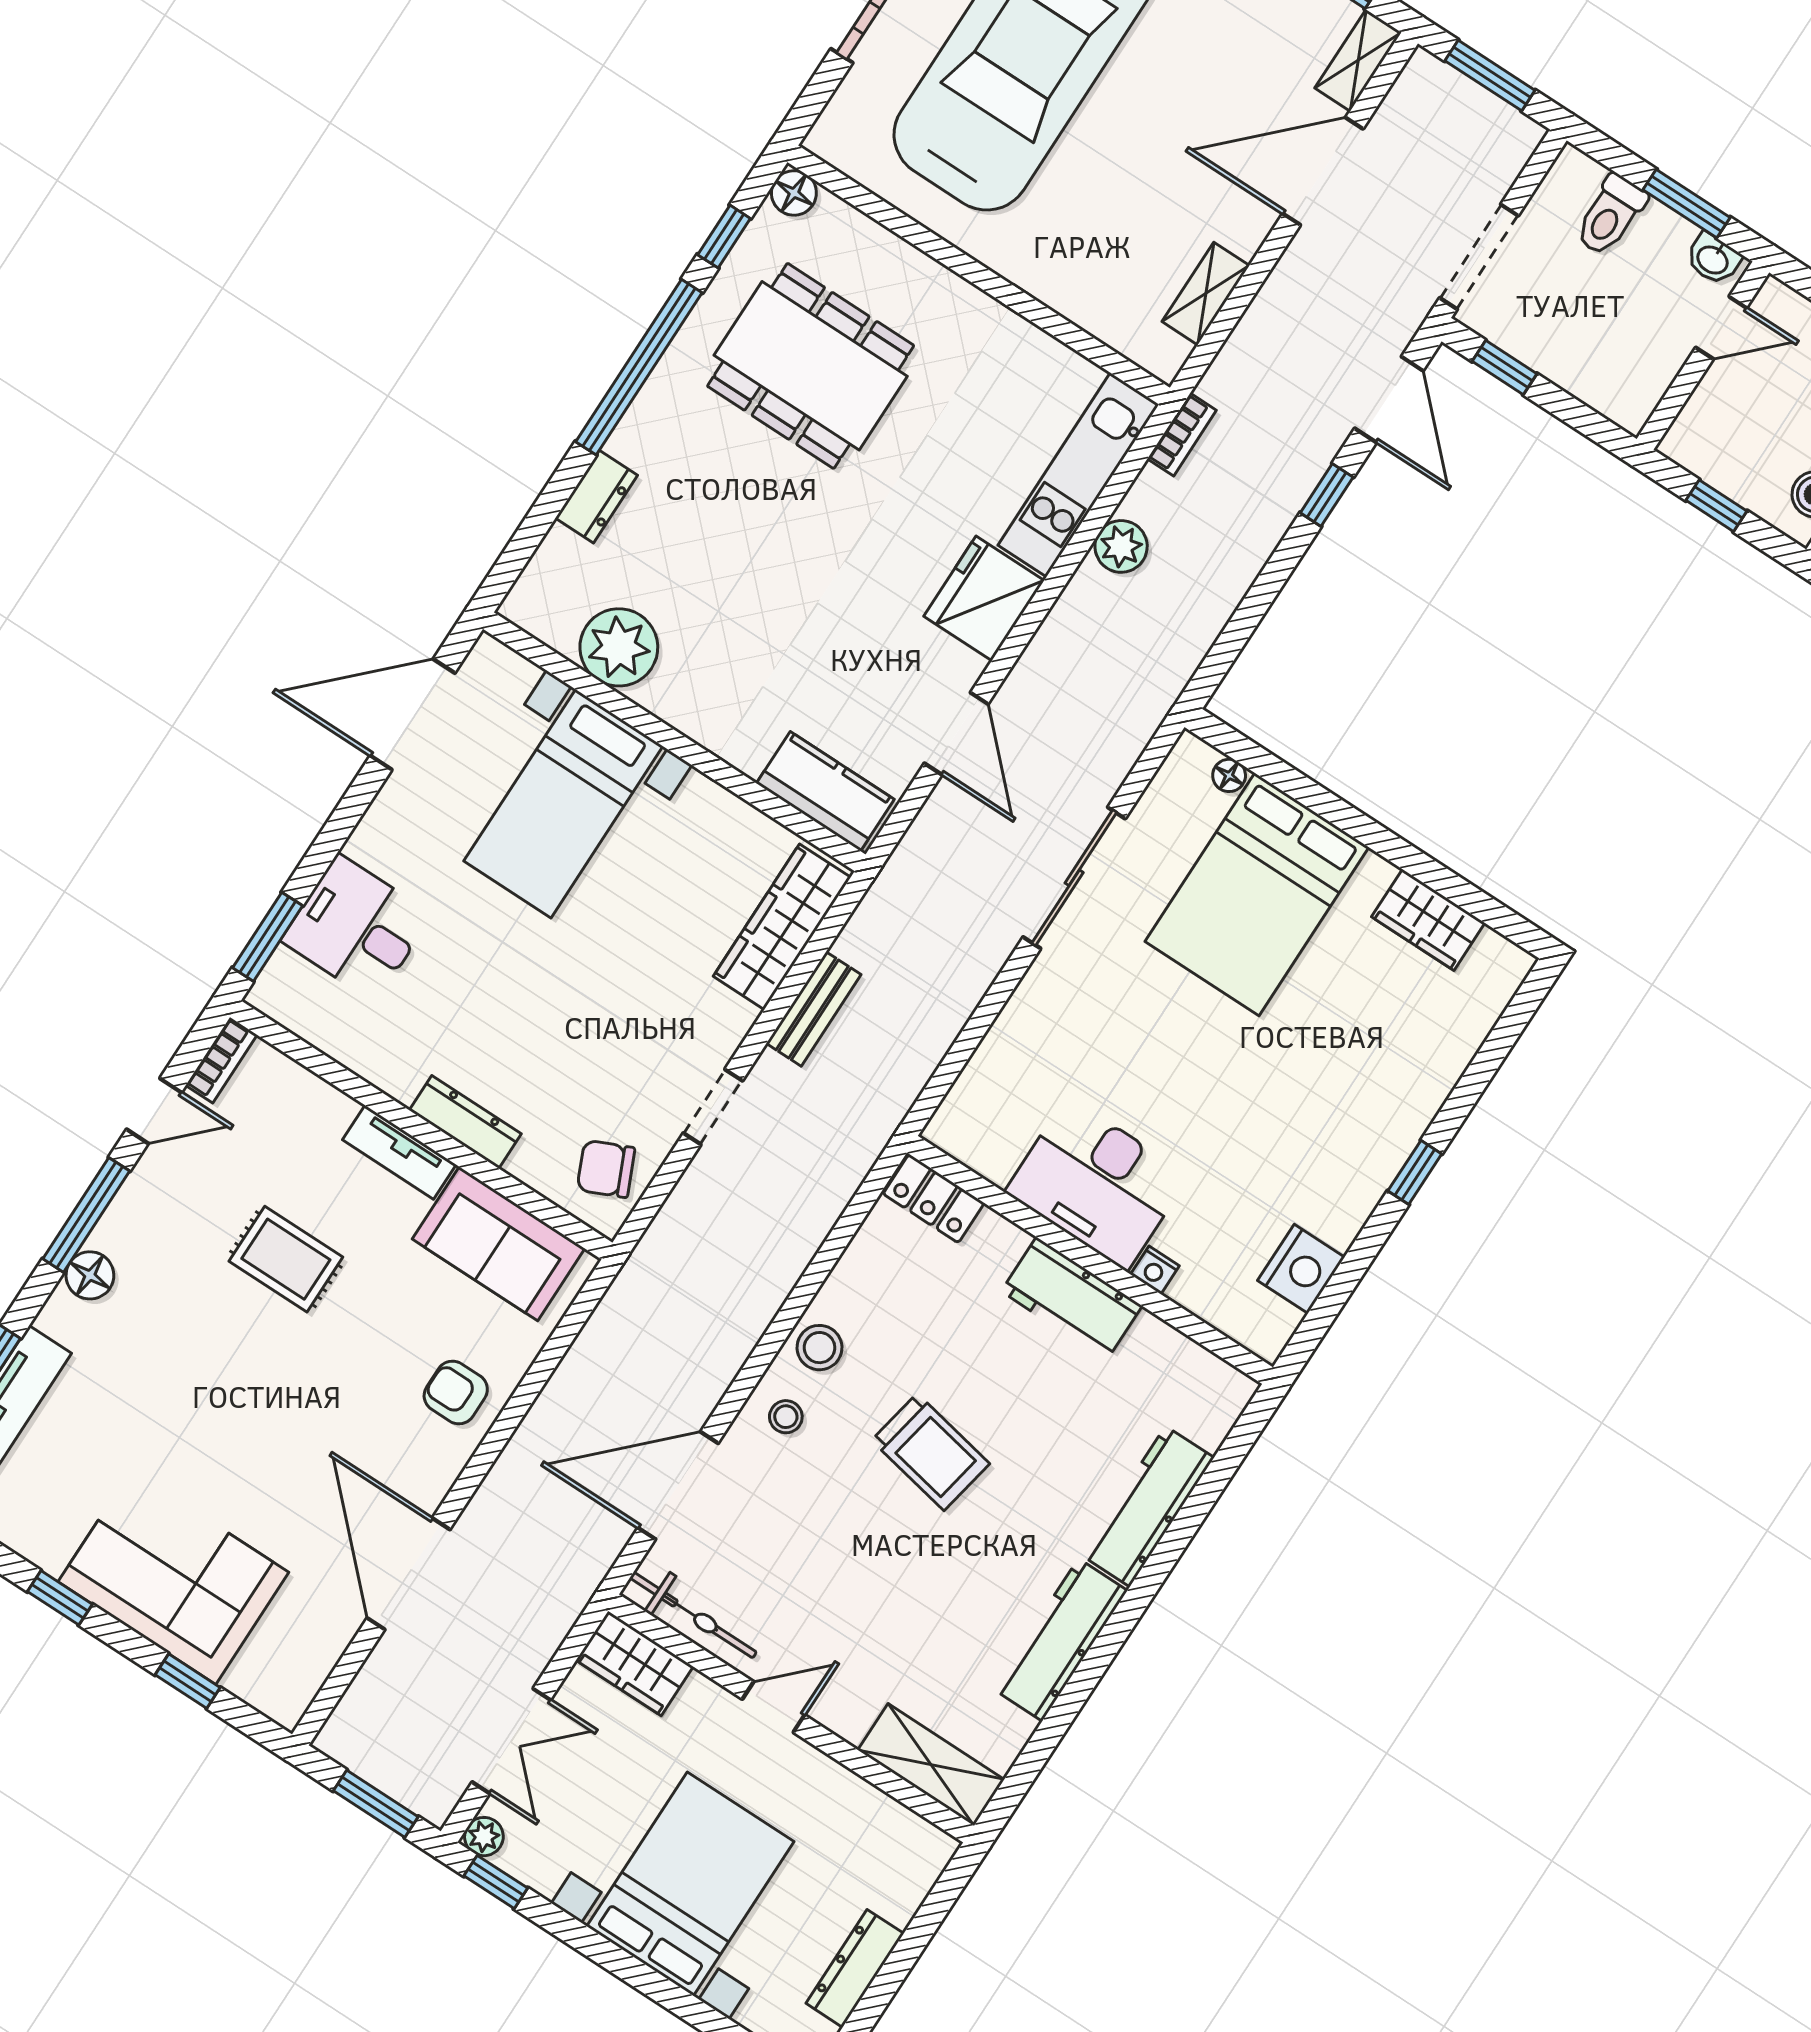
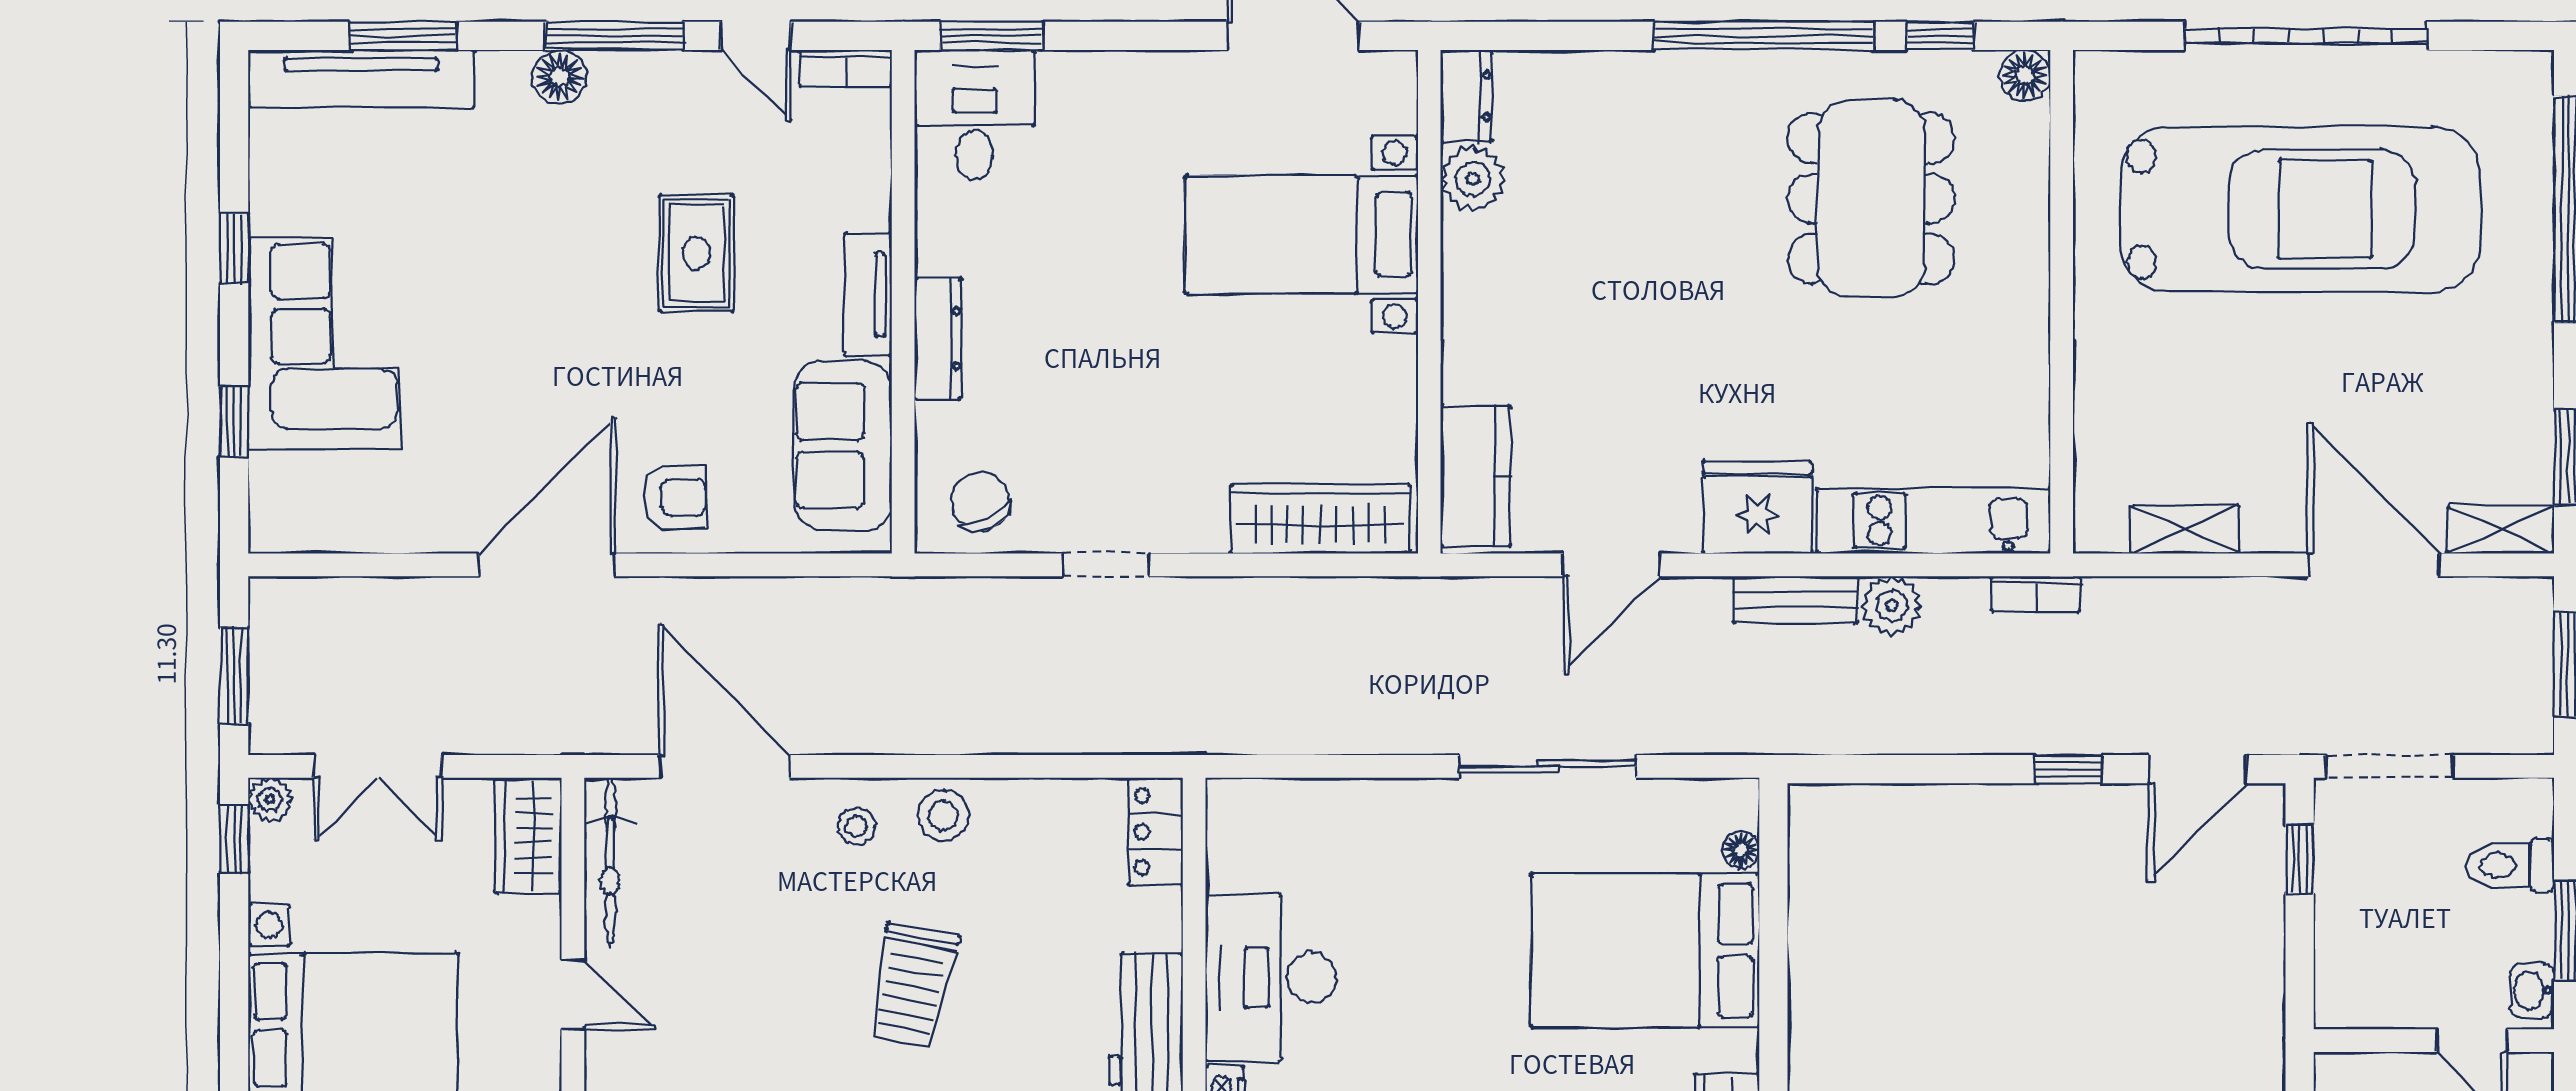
dresser: (596, 497) -> (1466, 96), moved, turned -90
plant: (619, 647) -> (1473, 179), width x0.73, depth x0.73
desk: (357, 928) -> (975, 115), moved
bench: (814, 1009) -> (1796, 600), moved
armchair: (456, 1392) -> (675, 497), turned 90
door: (409, 1574) -> (547, 565), moved

